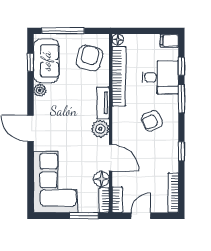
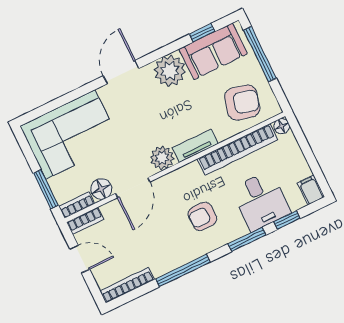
plant: (40, 90) -> (170, 71), width x1.88, depth x1.88
armchair: (152, 121) -> (202, 216), turned -66
window: (181, 151) -> (183, 270), width x2.17

